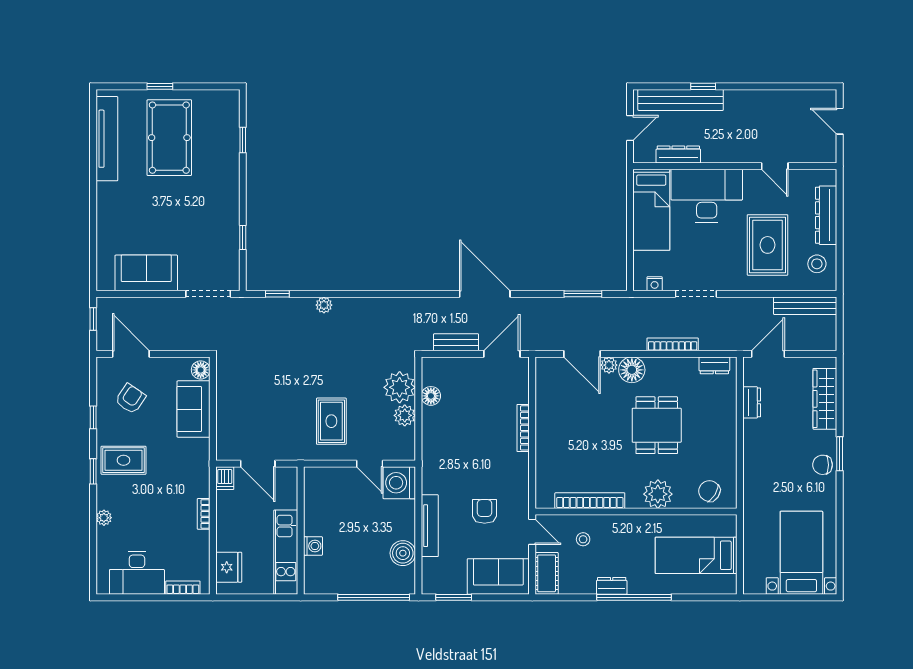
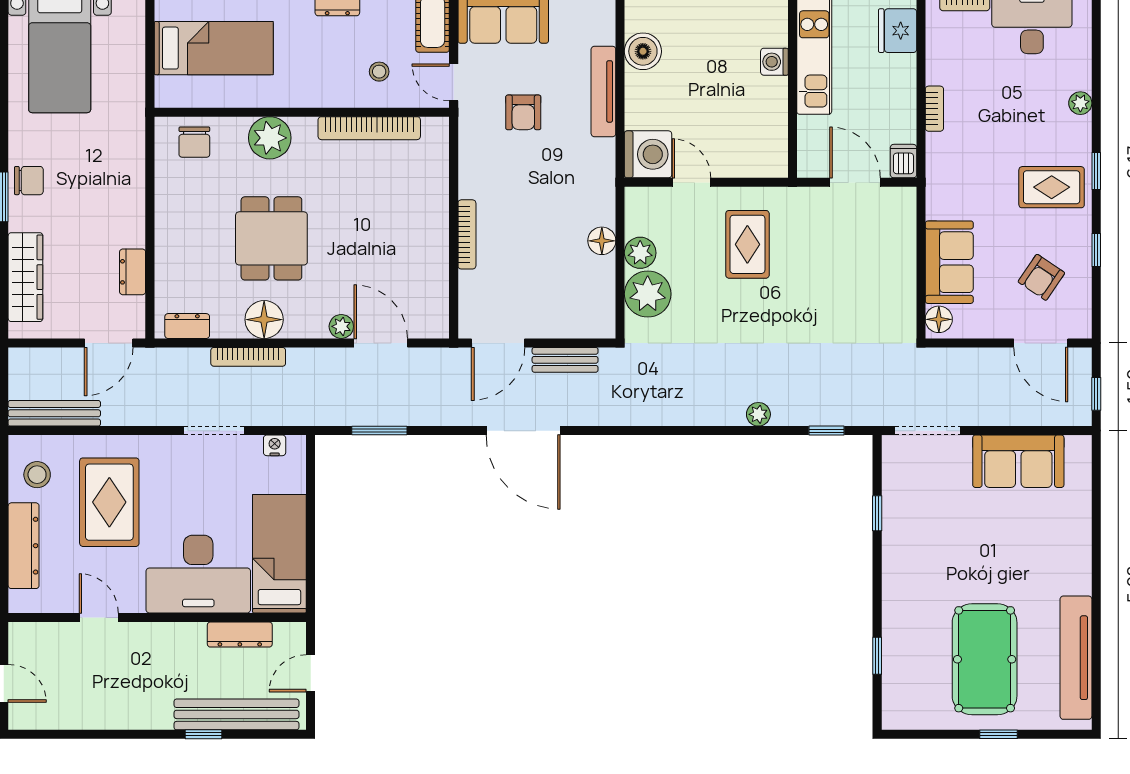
floor lamp: (632, 370) -> (264, 320), moved
floor lamp: (431, 396) -> (602, 241), moved
chair: (709, 491) -> (194, 142), turned 58

